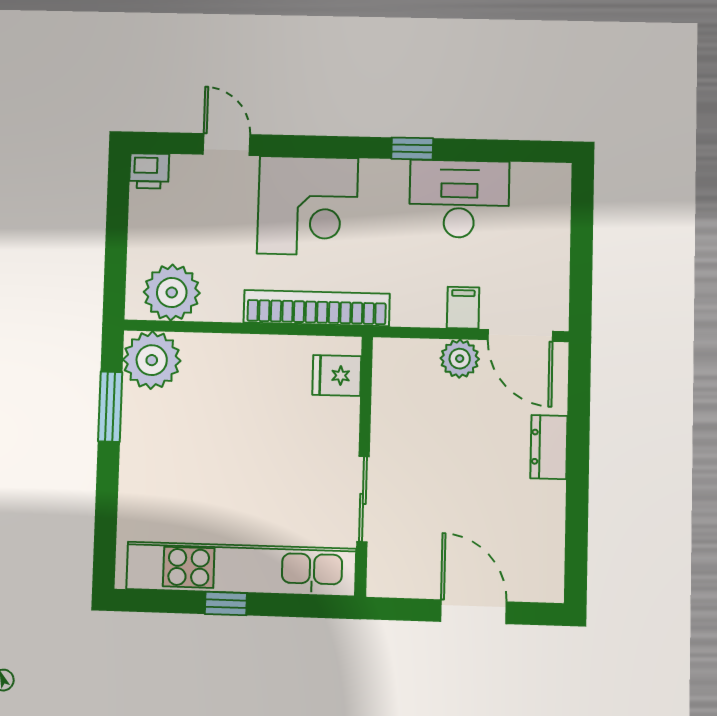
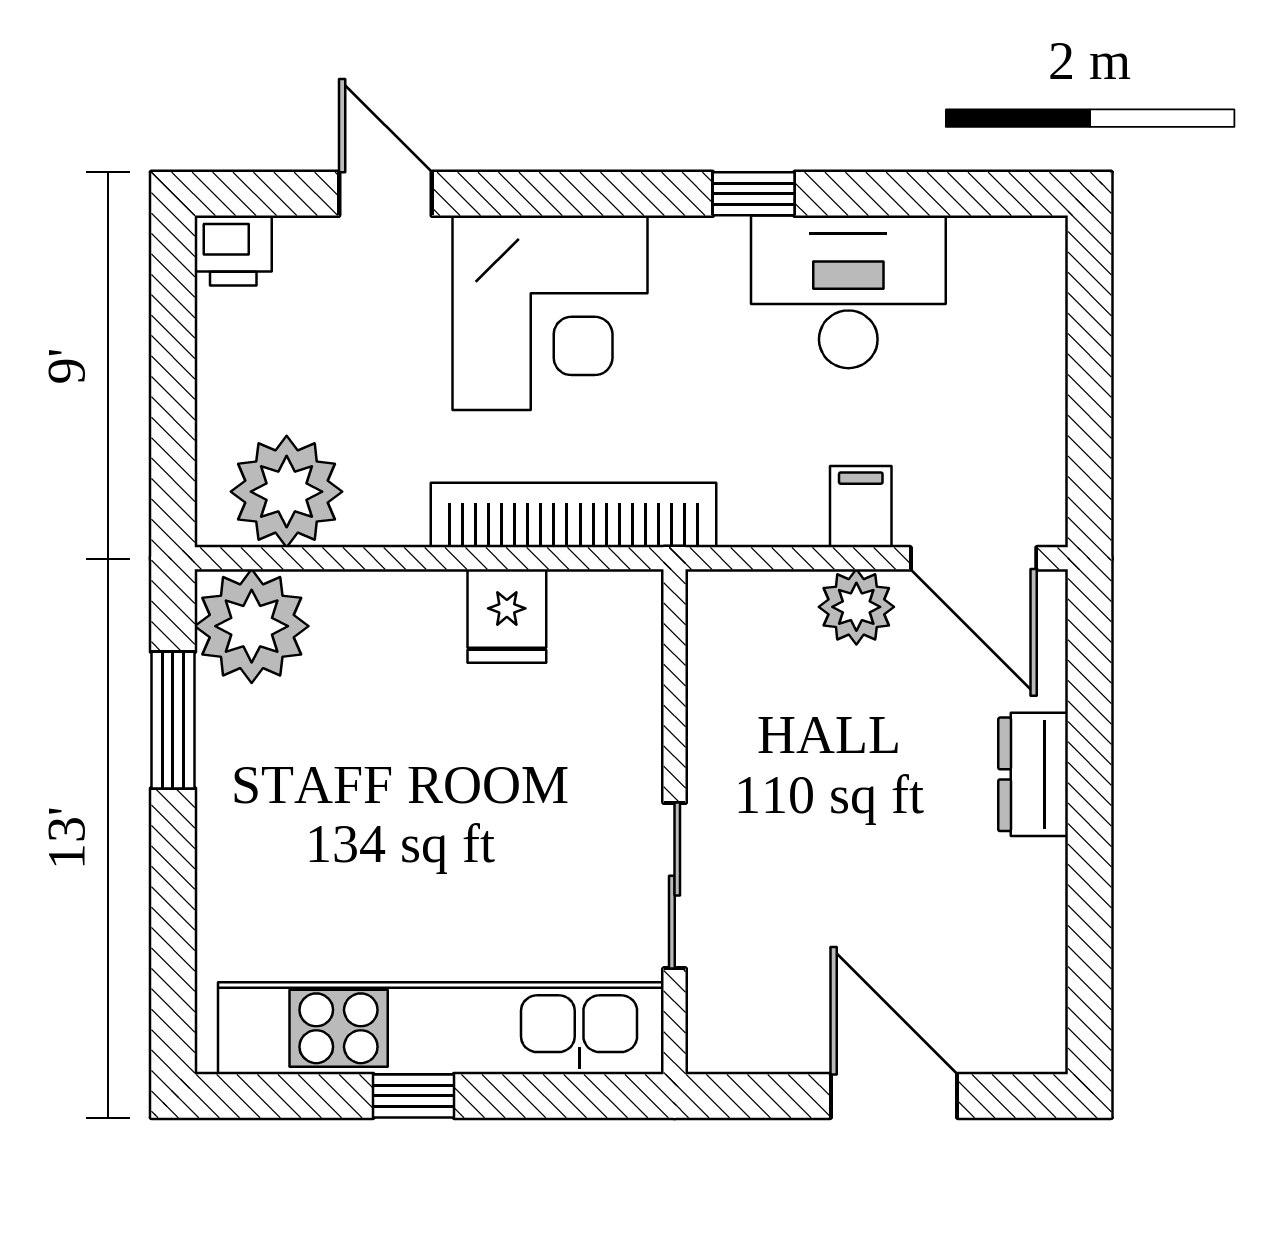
fridge: (337, 376) -> (507, 616), moved, turned -90

